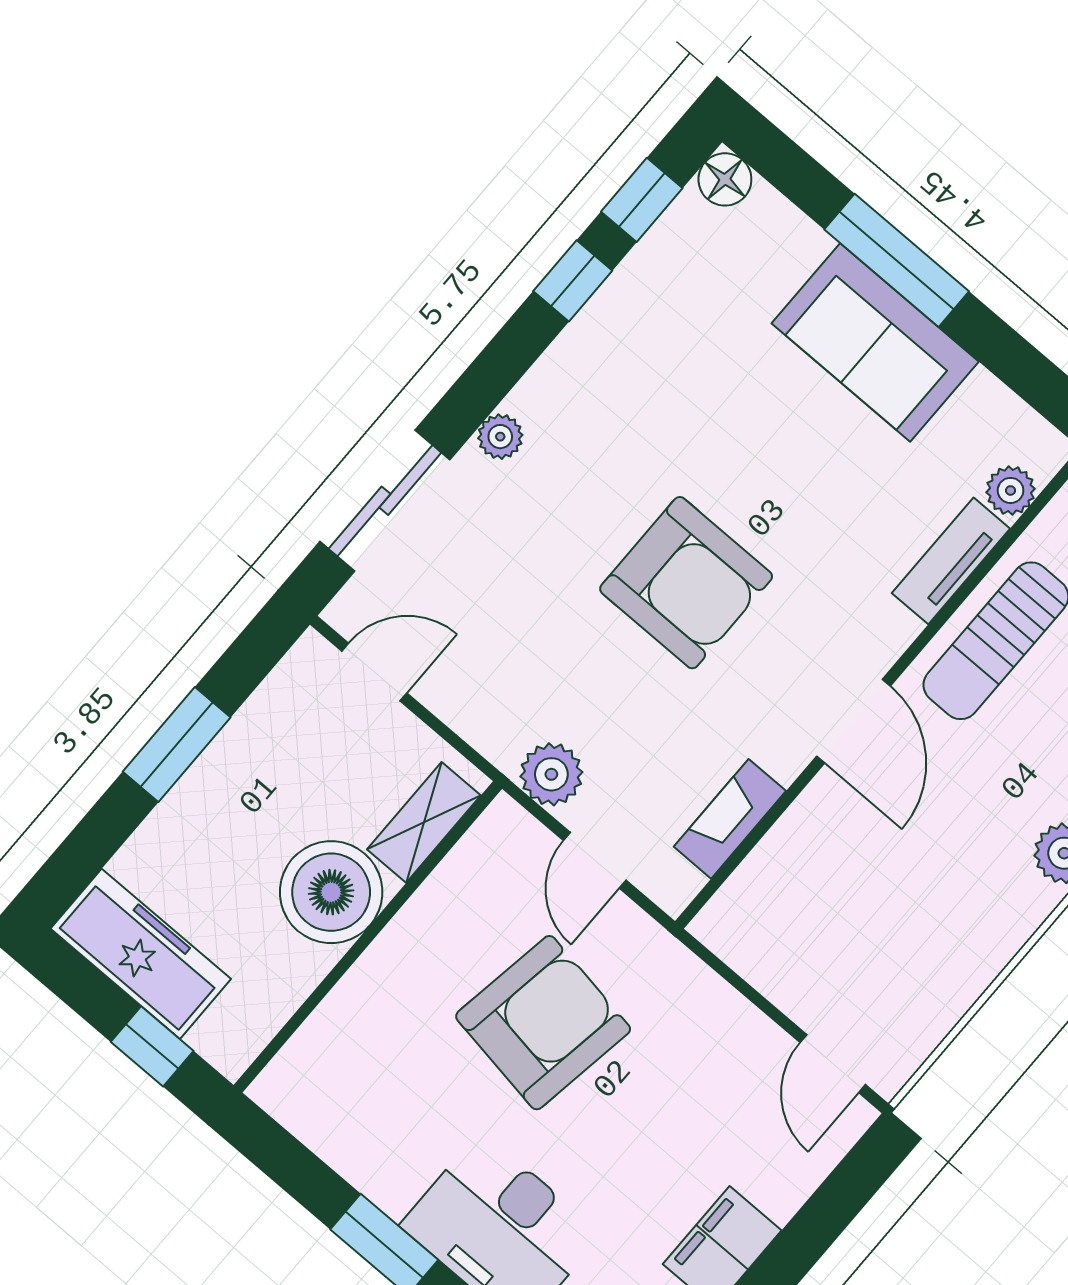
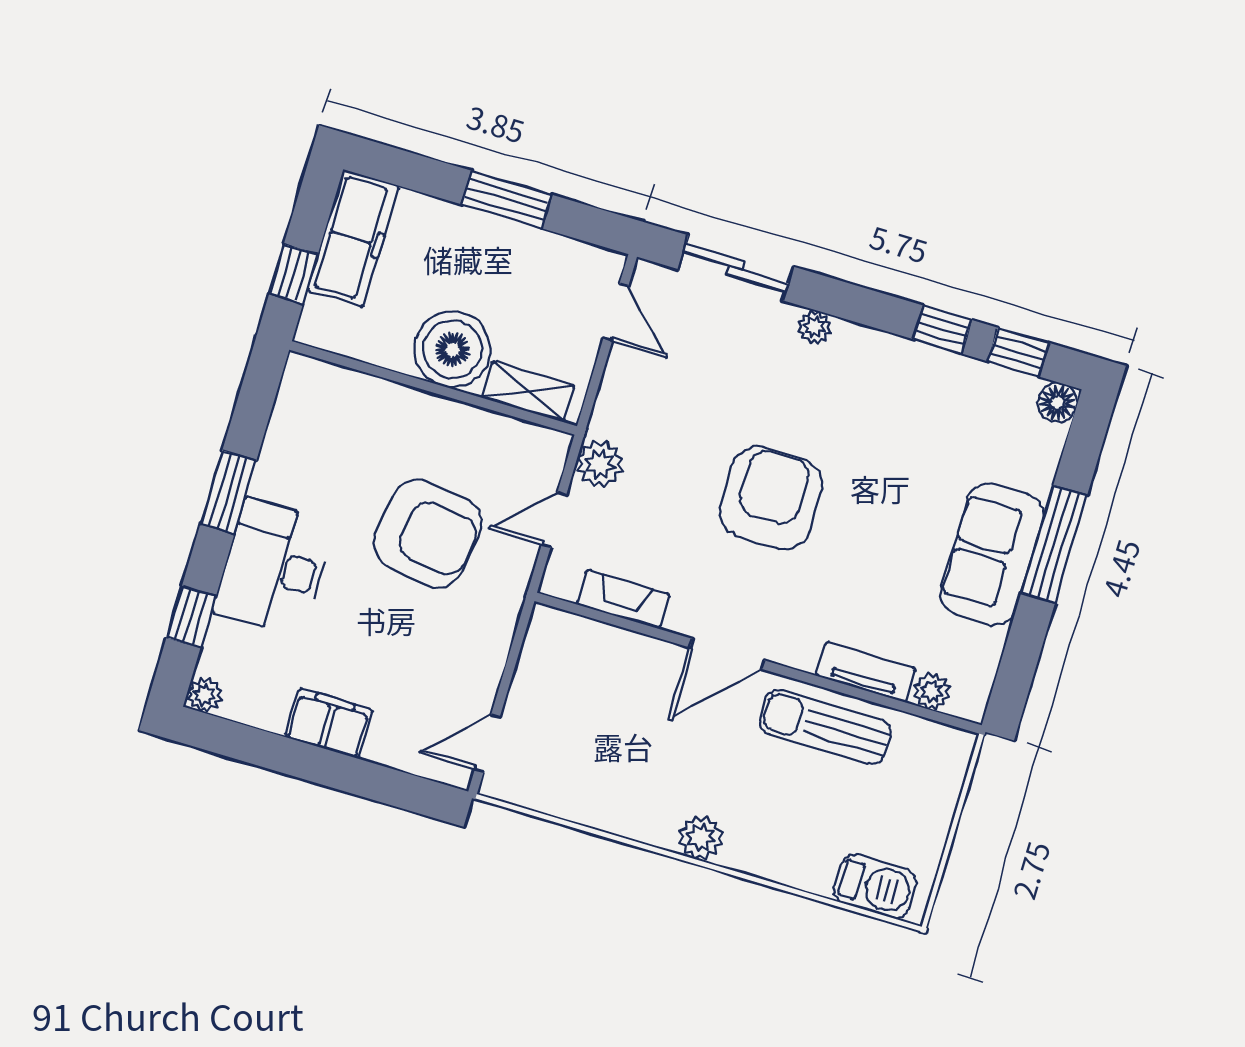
armchair: (686, 583) -> (771, 498), turned 180

